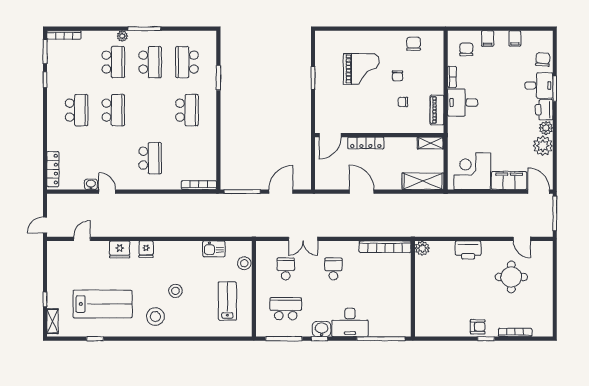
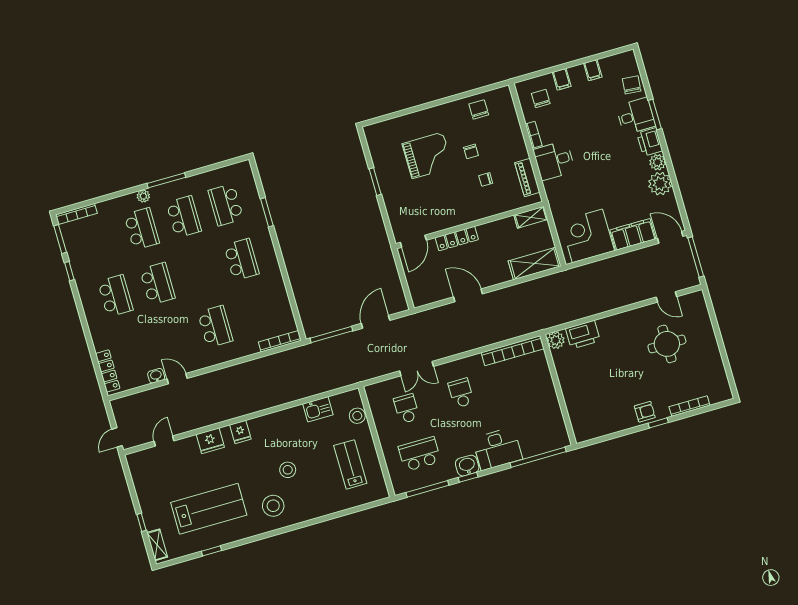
printer: (468, 250) -> (583, 335), moved

